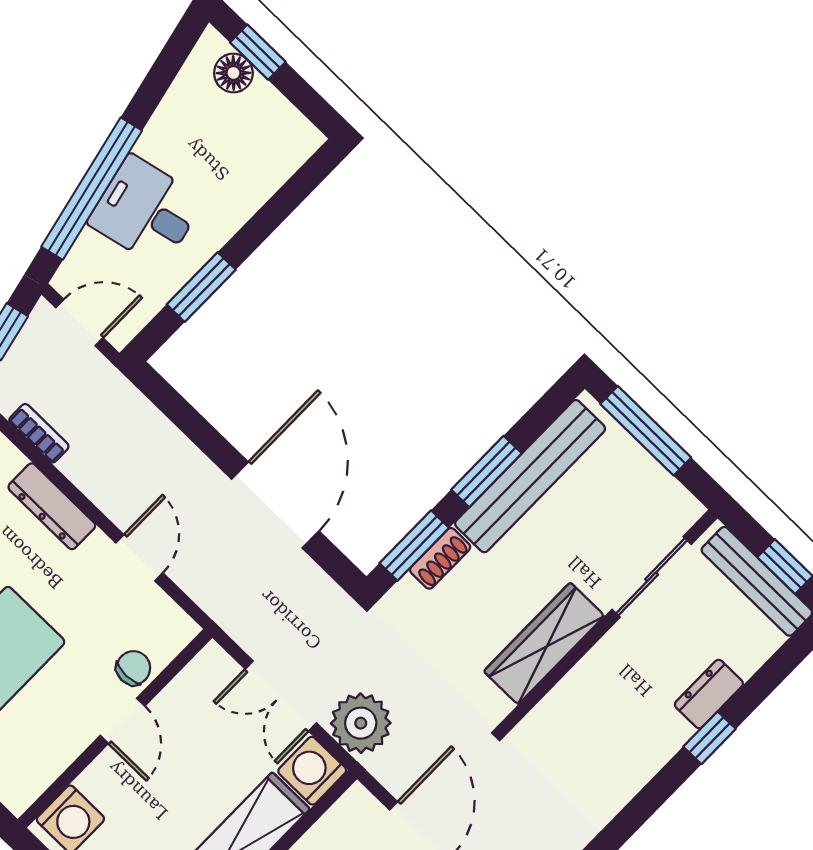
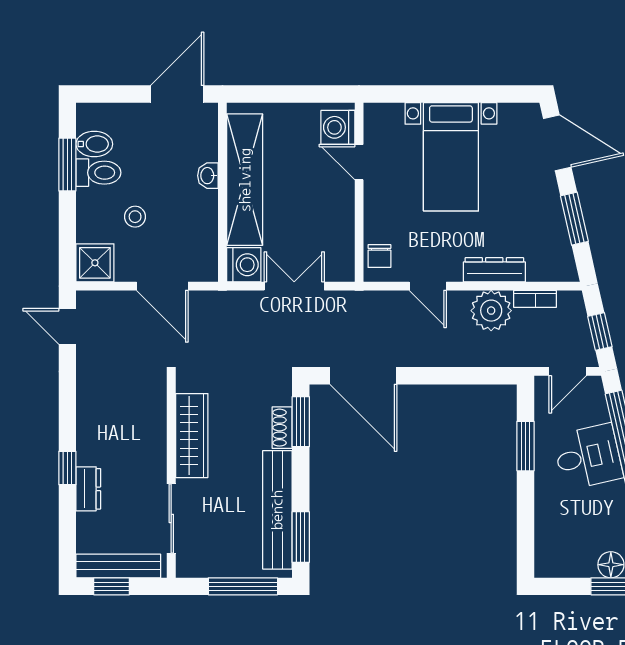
window: (486, 472) -> (301, 537), moved
door: (275, 505) -> (363, 376), moved
chair: (133, 668) -> (379, 256), moved
door: (122, 721) -> (359, 162), moved
plant: (361, 723) -> (491, 311), moved

